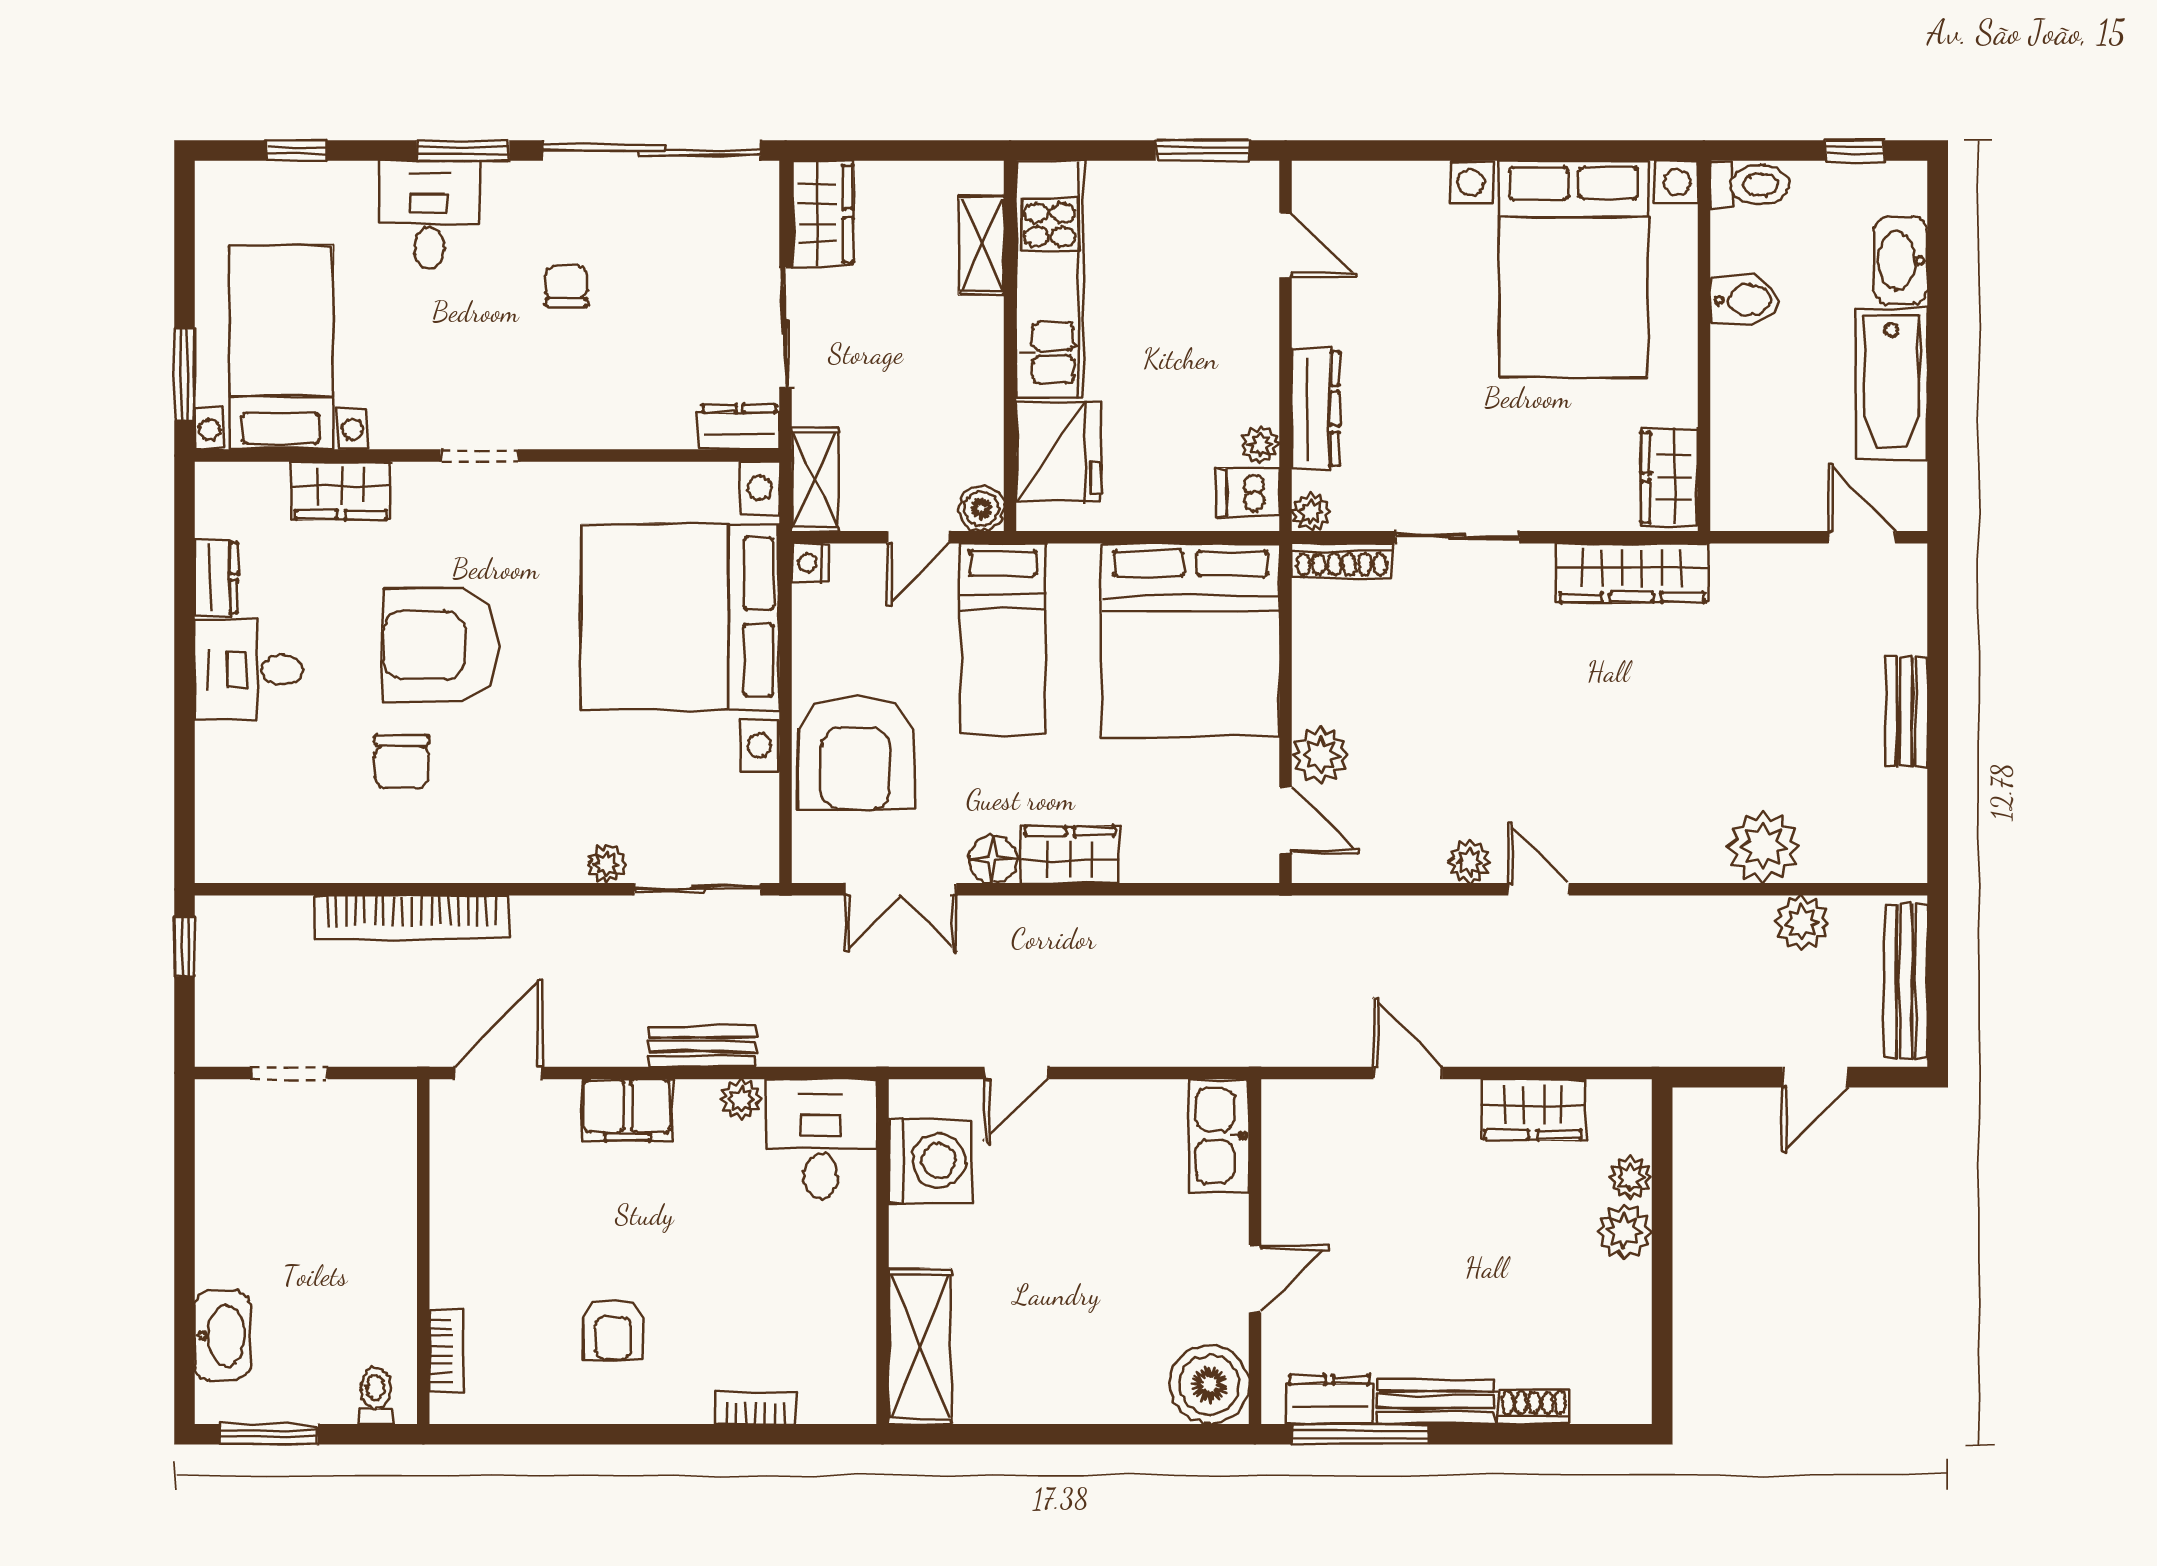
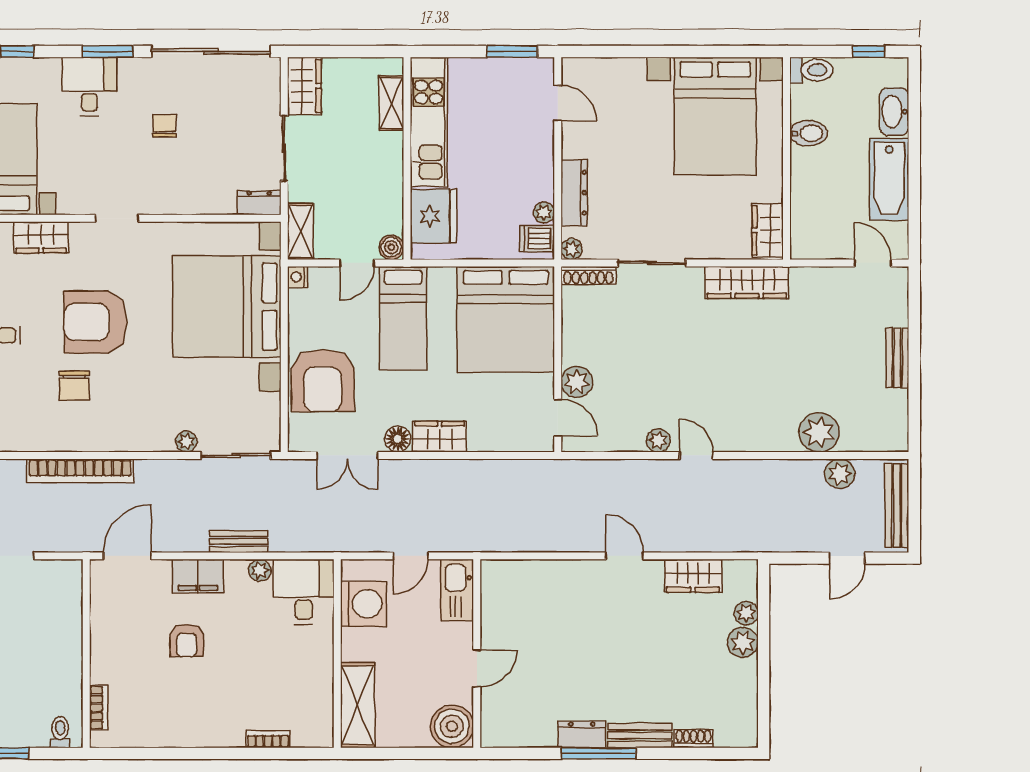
kitchen sink: (1219, 1136) -> (457, 590), moved
wall: (1255, 1252) -> (477, 654), moved
door: (1255, 1279) -> (477, 668), moved
armchair: (613, 1330) -> (187, 640), moved
boiler: (1209, 1385) -> (452, 726), moved

